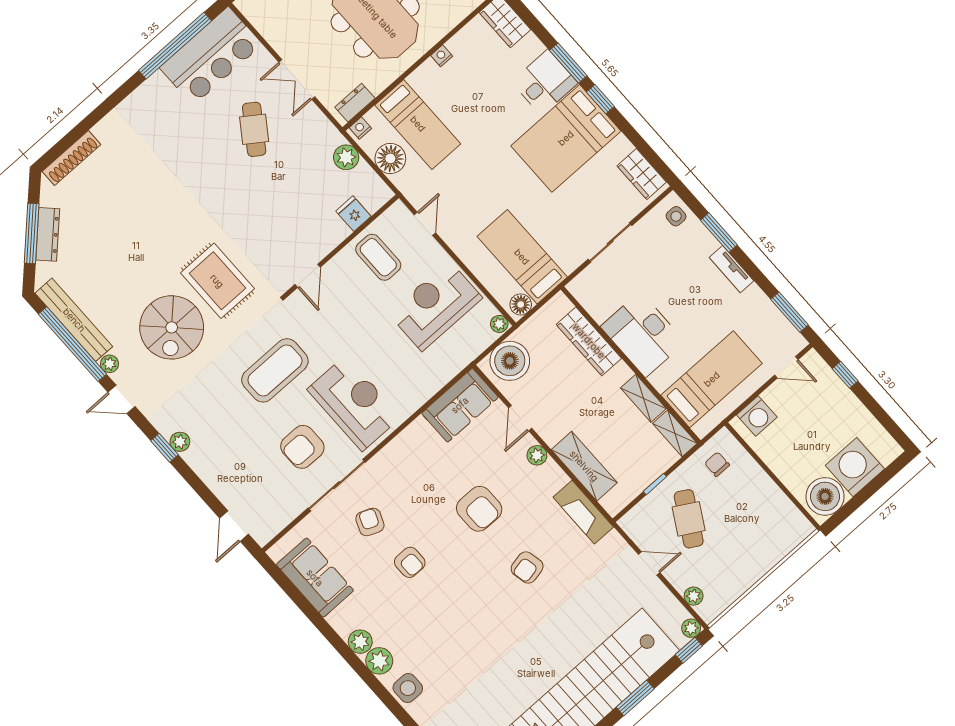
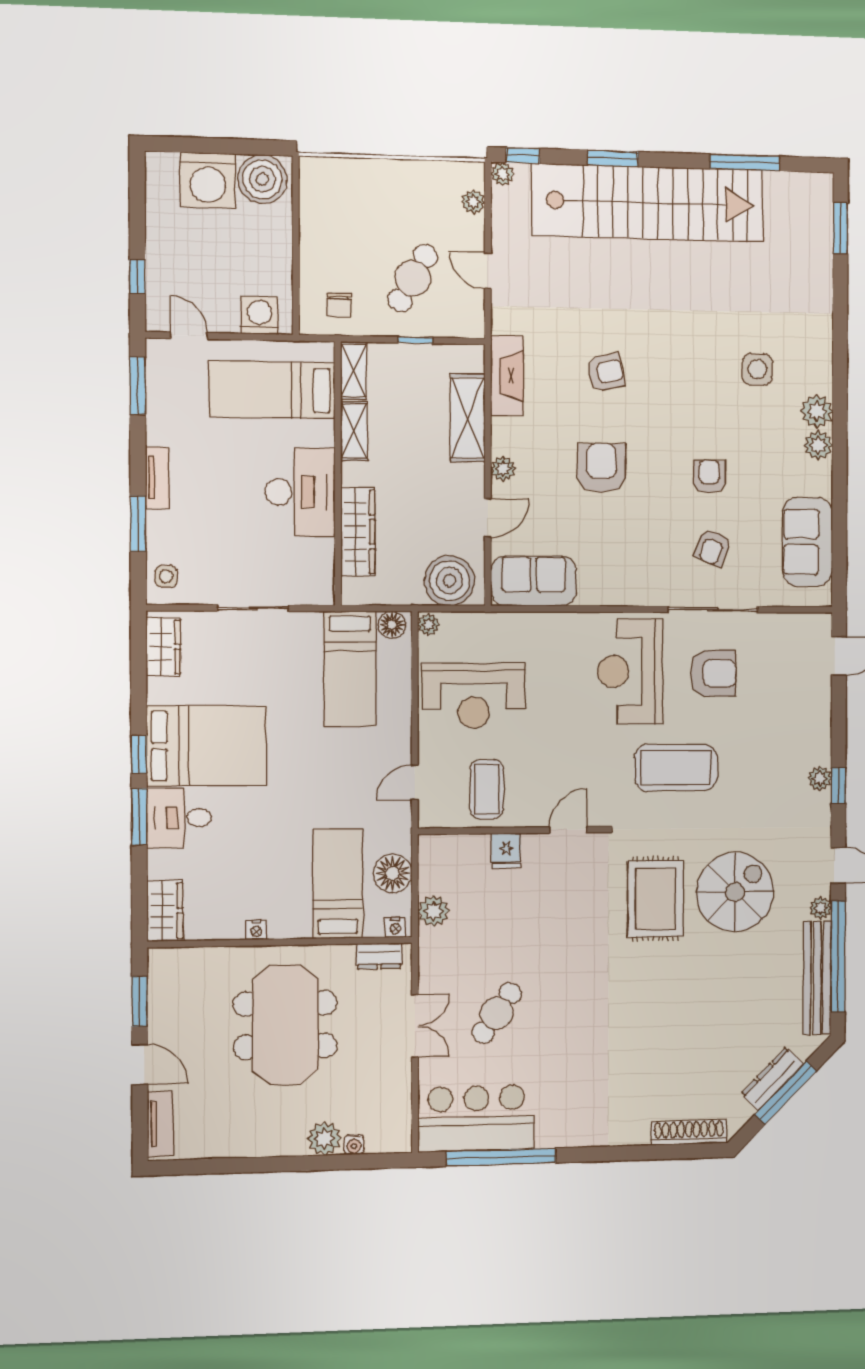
fridge: (353, 214) -> (506, 851), moved
side table: (408, 688) -> (757, 369), moved

